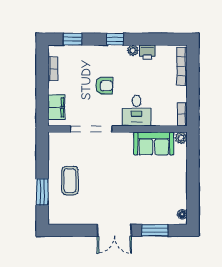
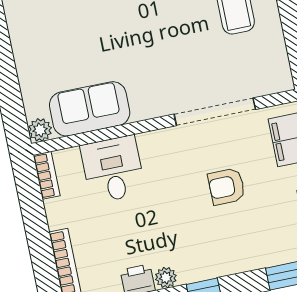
armchair: (104, 86) -> (227, 187), moved
desk: (137, 111) -> (113, 169), moved

